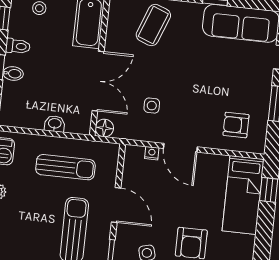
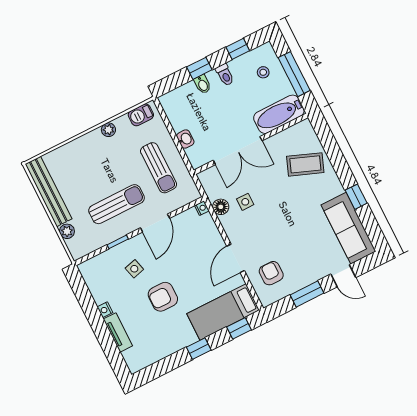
floor lamp: (104, 128) -> (221, 207), moved
door: (180, 148) -> (236, 258), moved
nightstand: (152, 153) -> (202, 208), moved
window: (263, 241) -> (199, 349), added

